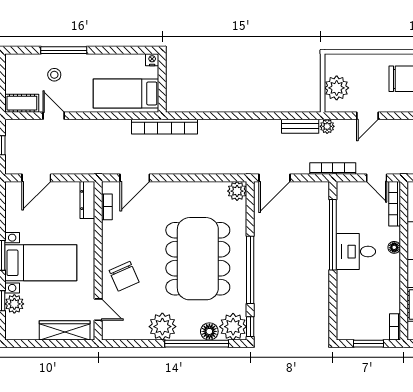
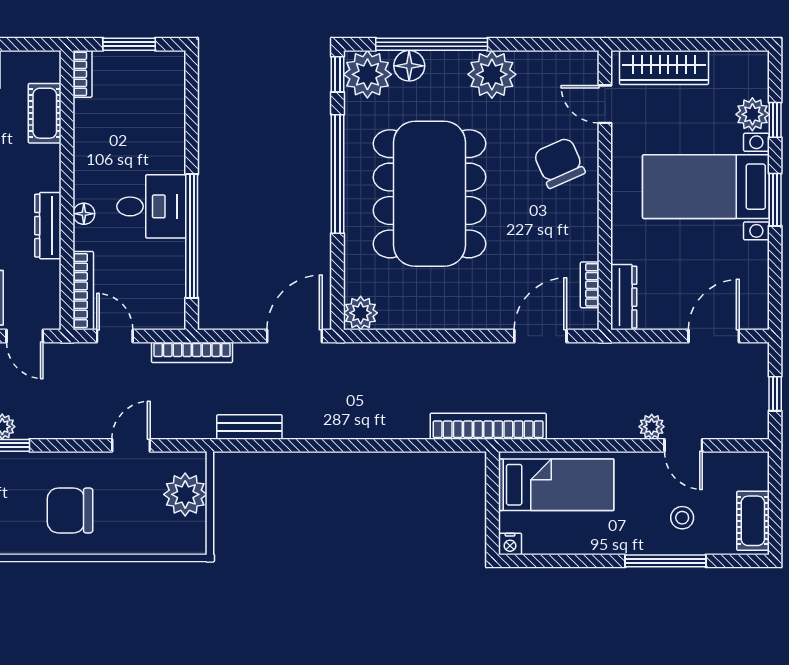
cot: (22, 103) -> (753, 521), moved, turned 90
plant: (327, 126) -> (652, 427), moved

